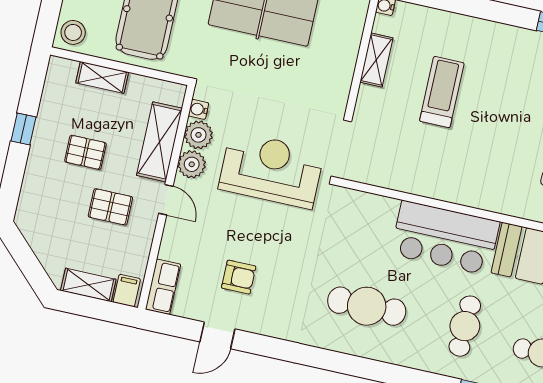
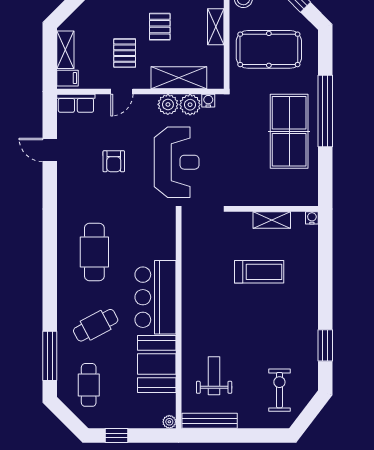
door: (166, 200) -> (122, 92), moved
armchair: (239, 277) -> (114, 161), moved
cafe table: (465, 326) -> (96, 325), turned -30

